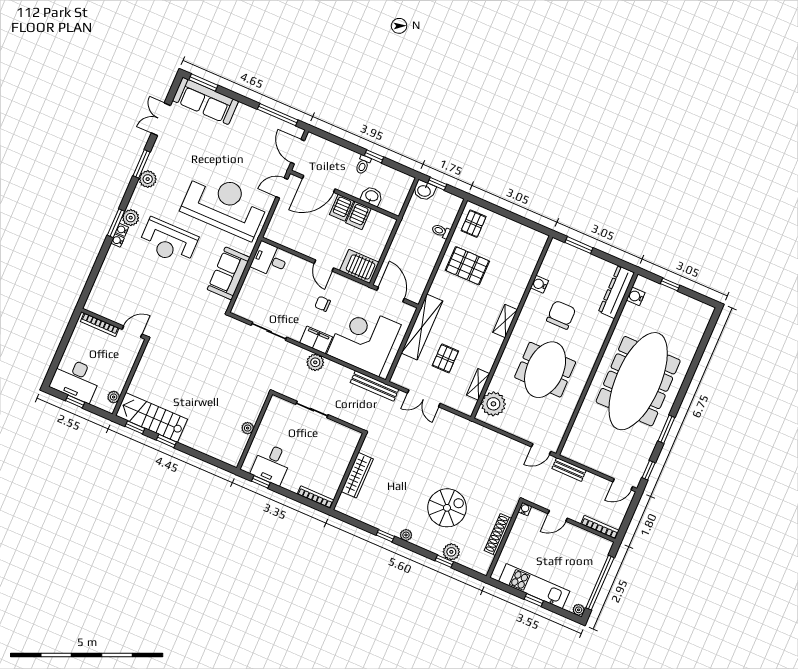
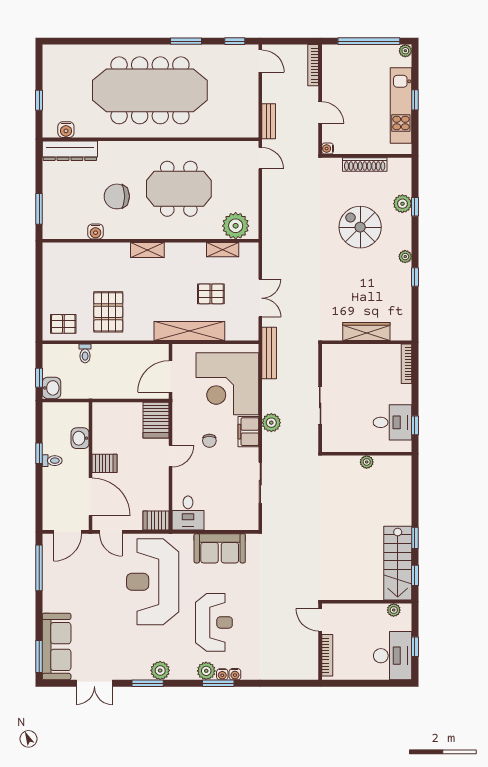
server rack: (359, 215) -> (156, 521), moved, turned 180

